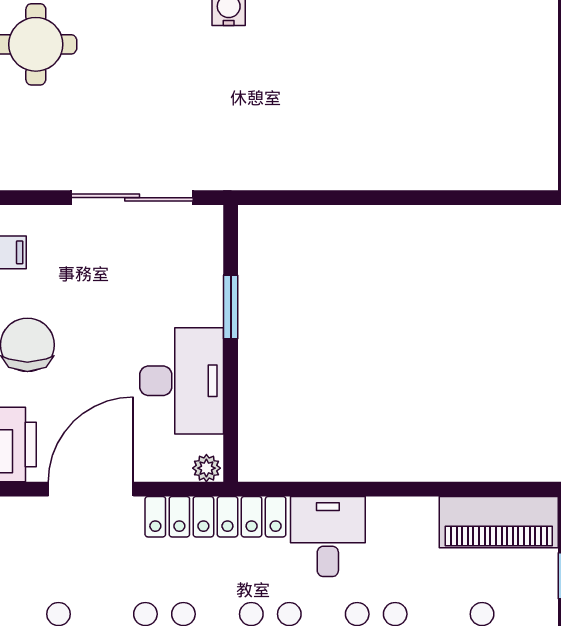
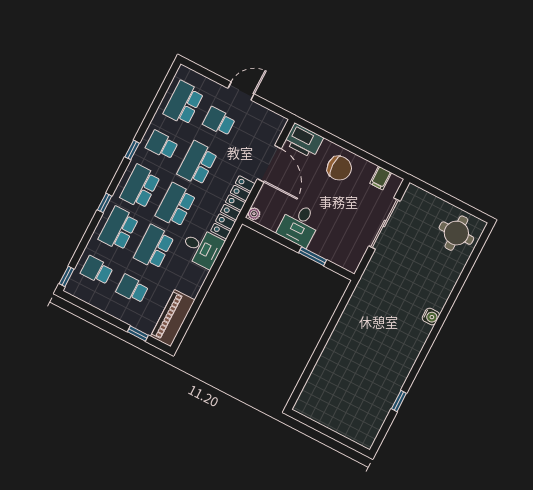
sliding door: (132, 198) -> (384, 223), moved
desk: (182, 381) -> (299, 225), width x0.73

